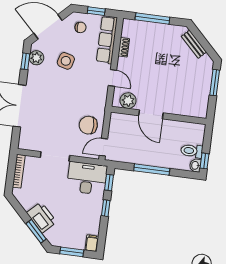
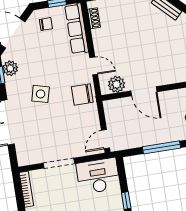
shoe rack: (124, 47) -> (94, 18), moved
side table: (66, 61) -> (41, 94), moved
chair: (88, 125) -> (82, 94), moved
window: (109, 183) -> (122, 173), removed

